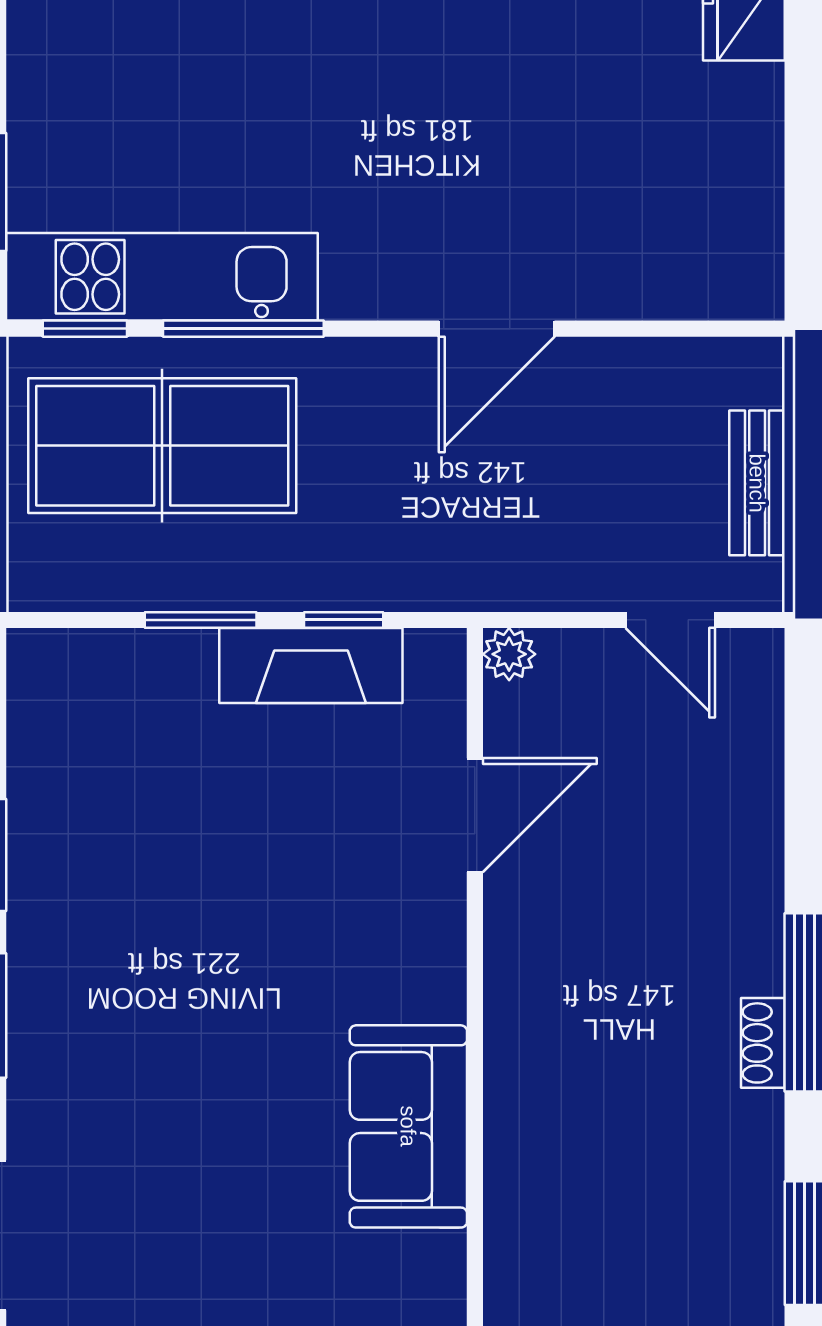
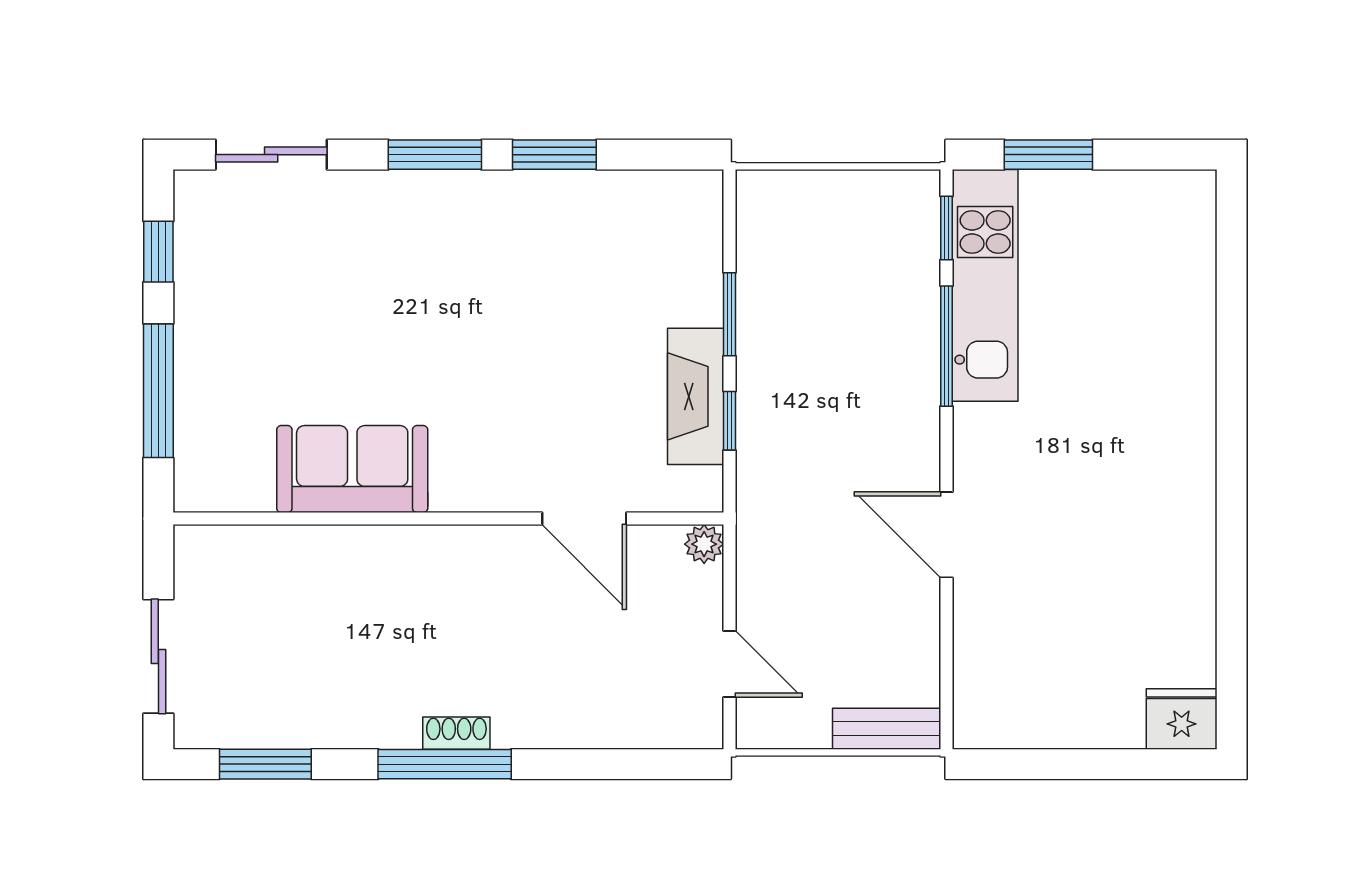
table tennis table: (162, 446) -> (859, 286), removed
bench: (757, 483) -> (887, 729), moved
door: (670, 620) -> (730, 664), swing flipped
shoe rack: (763, 1043) -> (456, 733), moved

